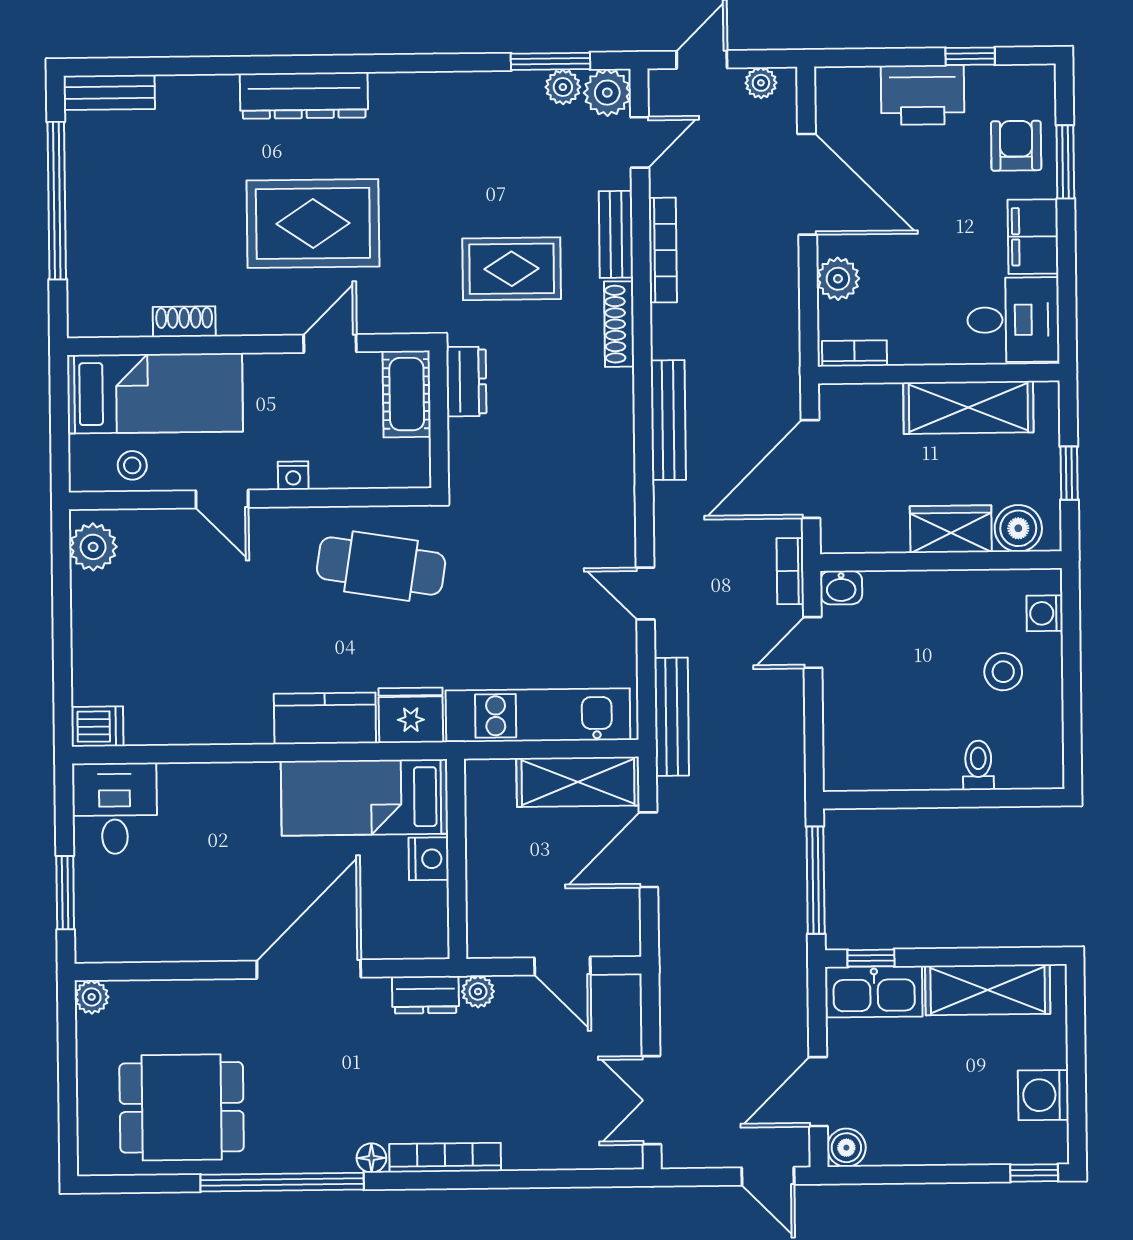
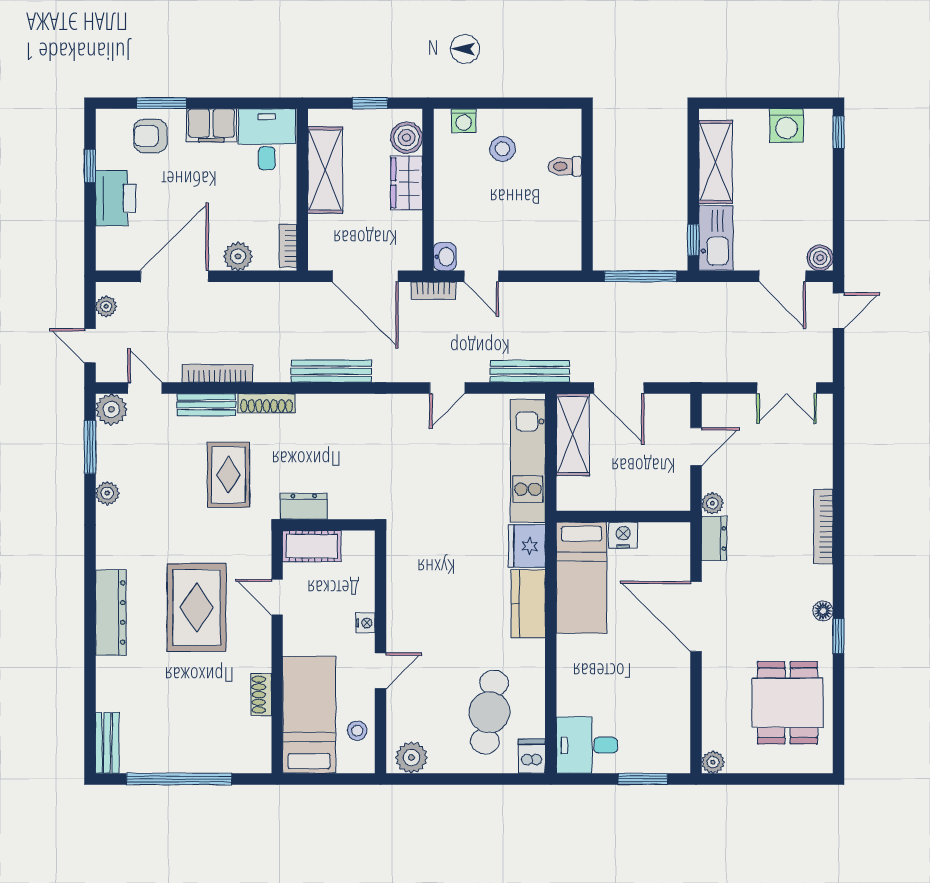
plant: (563, 87) -> (107, 493), moved
cafe table: (381, 566) -> (489, 712), moved
floor lamp: (371, 1158) -> (823, 611), moved
window: (282, 1182) -> (838, 636), width x0.32

